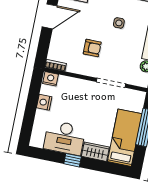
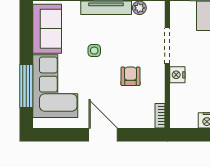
nightstand: (50, 79) -> (177, 75), moved

